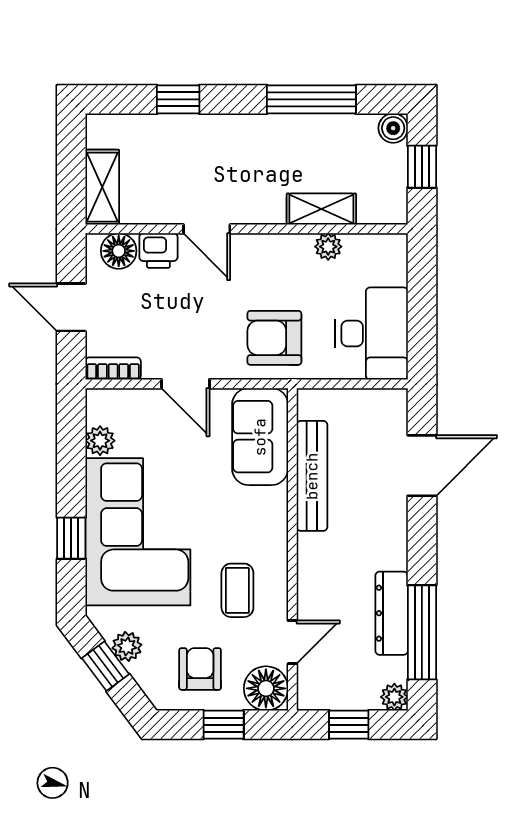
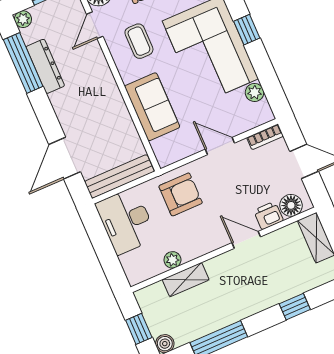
sofa: (260, 437) -> (152, 107), moved
bench: (312, 476) -> (119, 176), moved, turned 90

